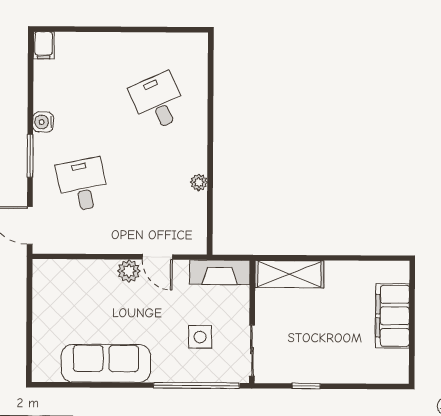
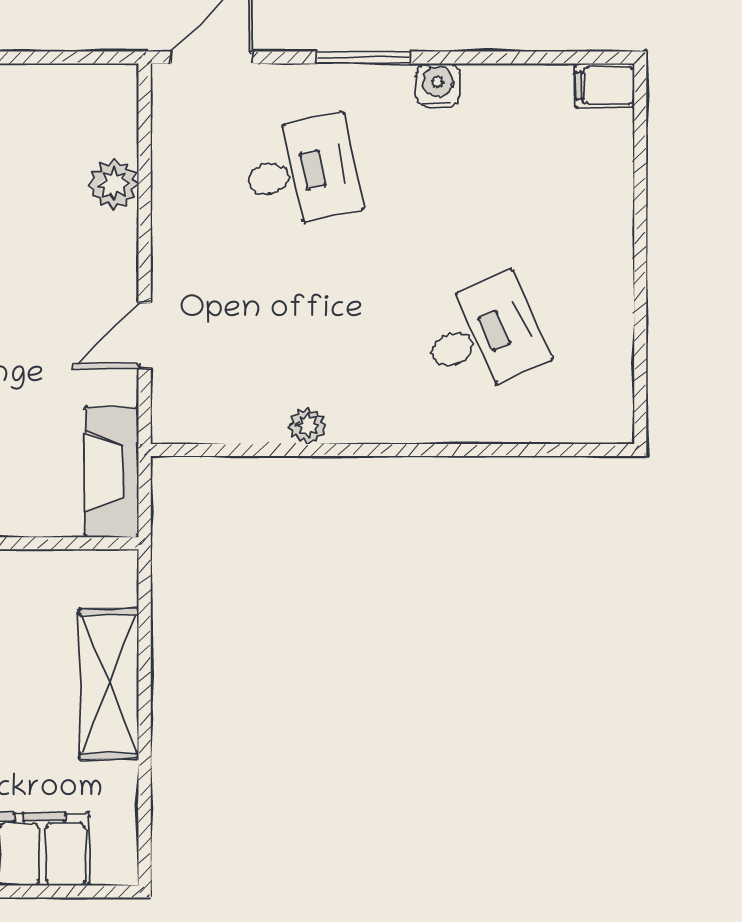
plant: (129, 271) -> (114, 184), moved
shelving: (289, 274) -> (109, 684), moved

